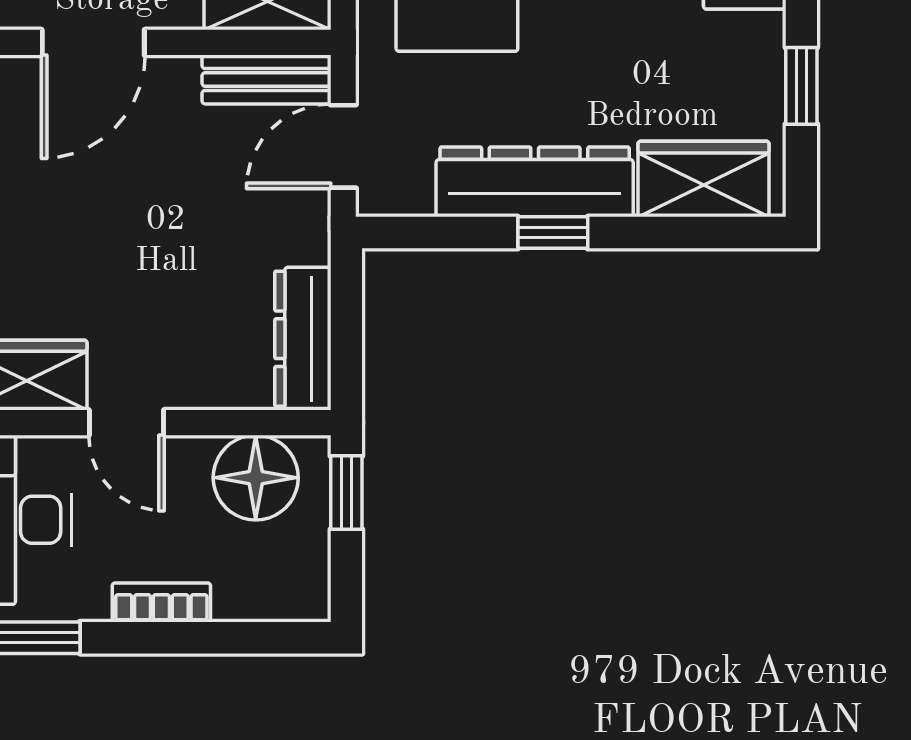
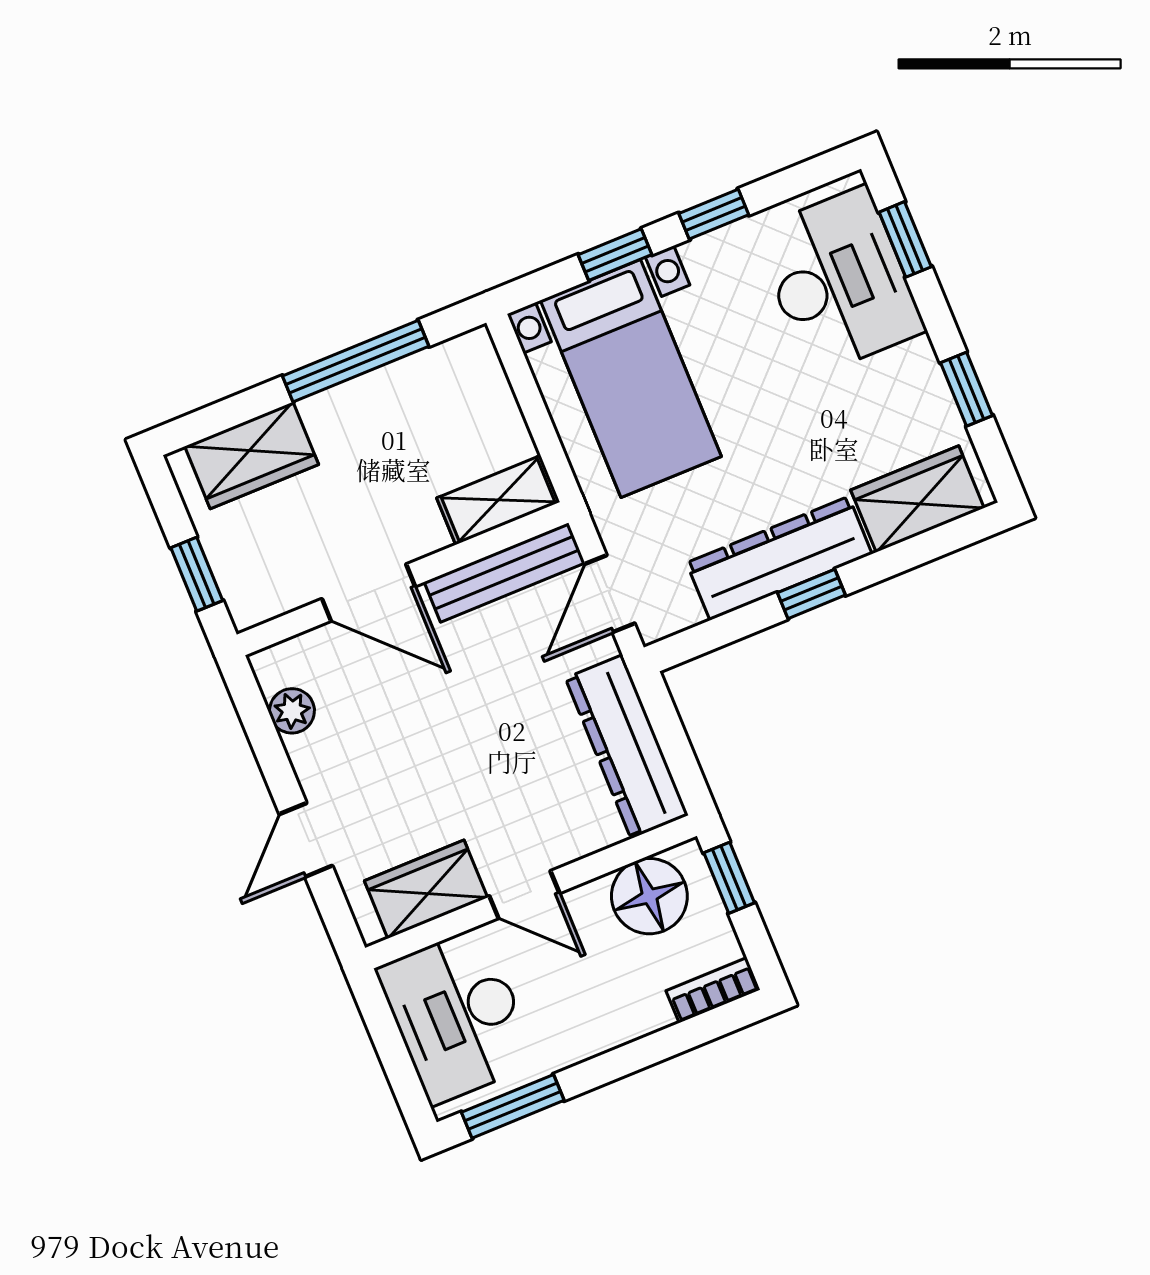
door: (93, 42) -> (369, 593), hinge flipped
bench: (267, 79) -> (505, 572), width x1.36
dresser: (303, 339) -> (627, 747), width x1.37, depth x1.24
bookcase: (161, 602) -> (713, 990), moved

